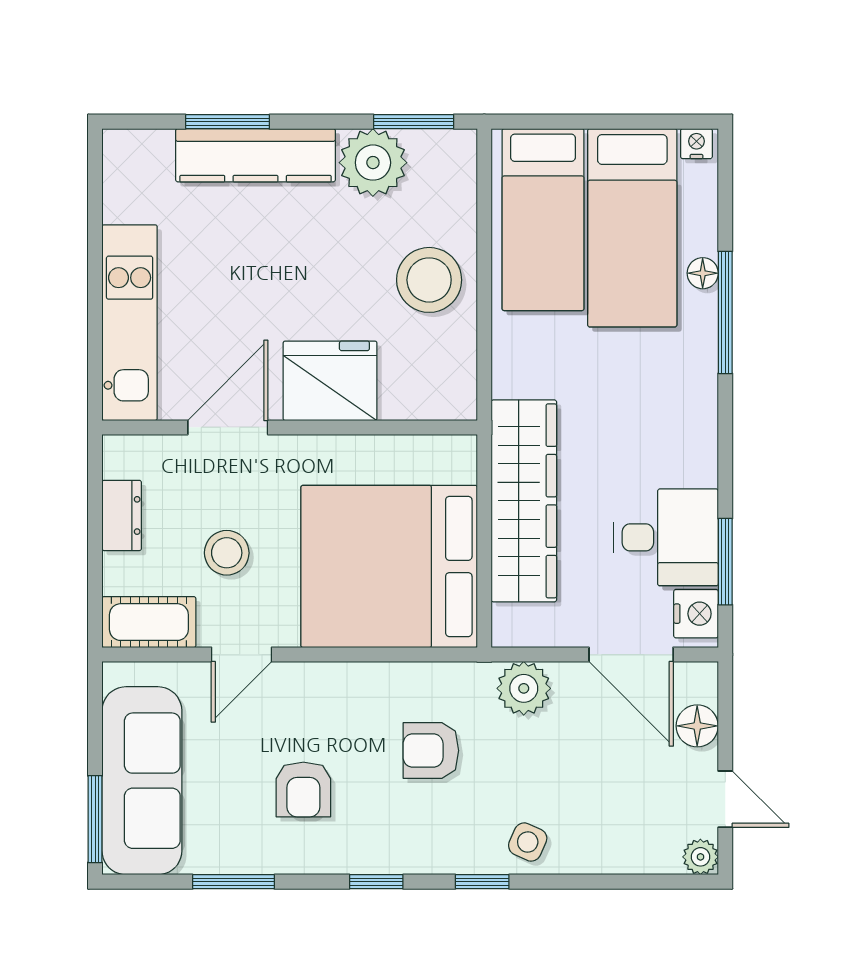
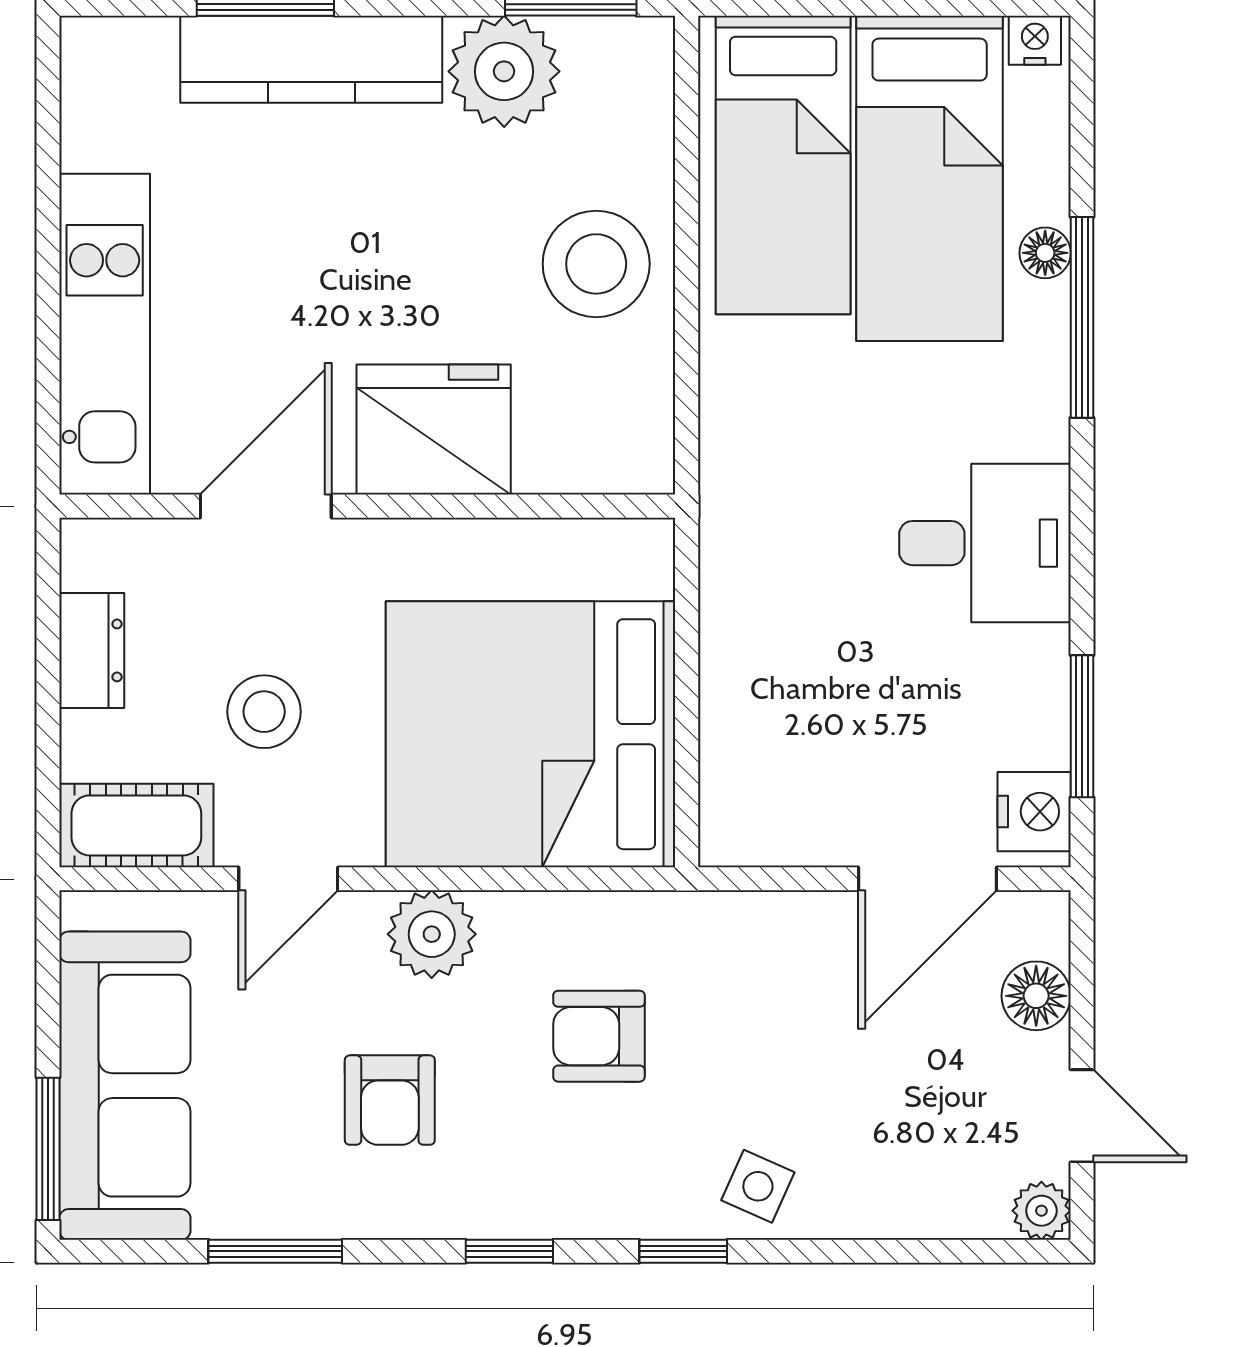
wardrobe: (524, 501) -> (752, 626), removed
desk: (666, 537) -> (985, 543), moved
door: (631, 655) -> (928, 879), hinge flipped
plant: (524, 688) -> (432, 934), moved

